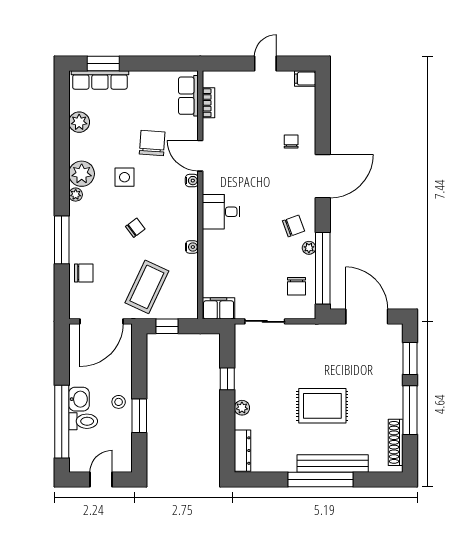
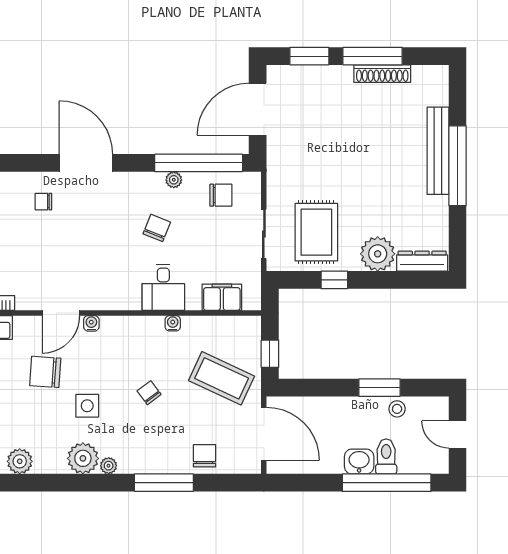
desk: (221, 212) -> (163, 287), moved
chair: (294, 226) -> (157, 228), moved, turned 42
filing cabinet: (219, 308) -> (222, 297), moved, turned 90
stool: (119, 402) -> (397, 409), moved
rug: (322, 406) -> (316, 232), moved
plant: (242, 408) -> (378, 254), width x1.88, depth x1.88
shoe rack: (396, 442) -> (382, 74), moved

